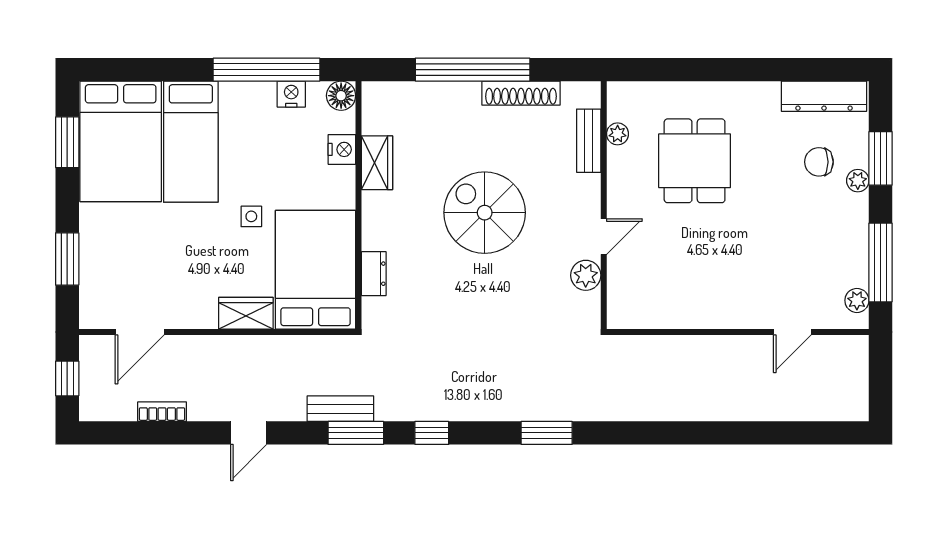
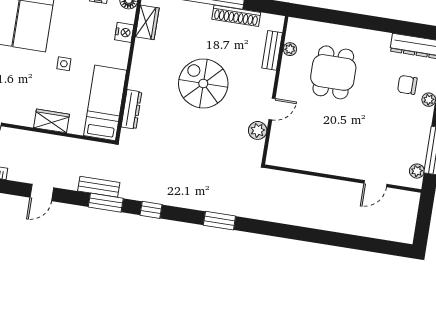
wardrobe: (377, 163) -> (147, 22), moved
bed: (316, 270) -> (105, 103), width x0.67
dresser: (374, 274) -> (131, 109), width x1.44

